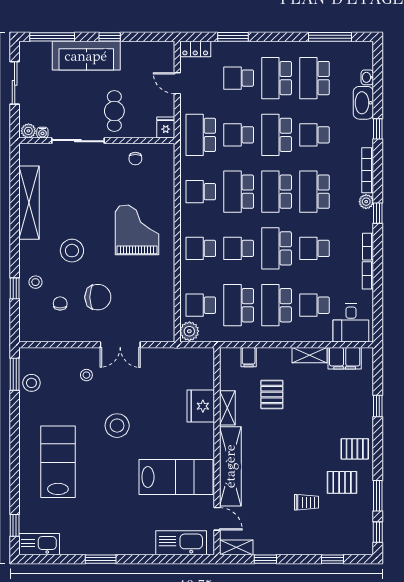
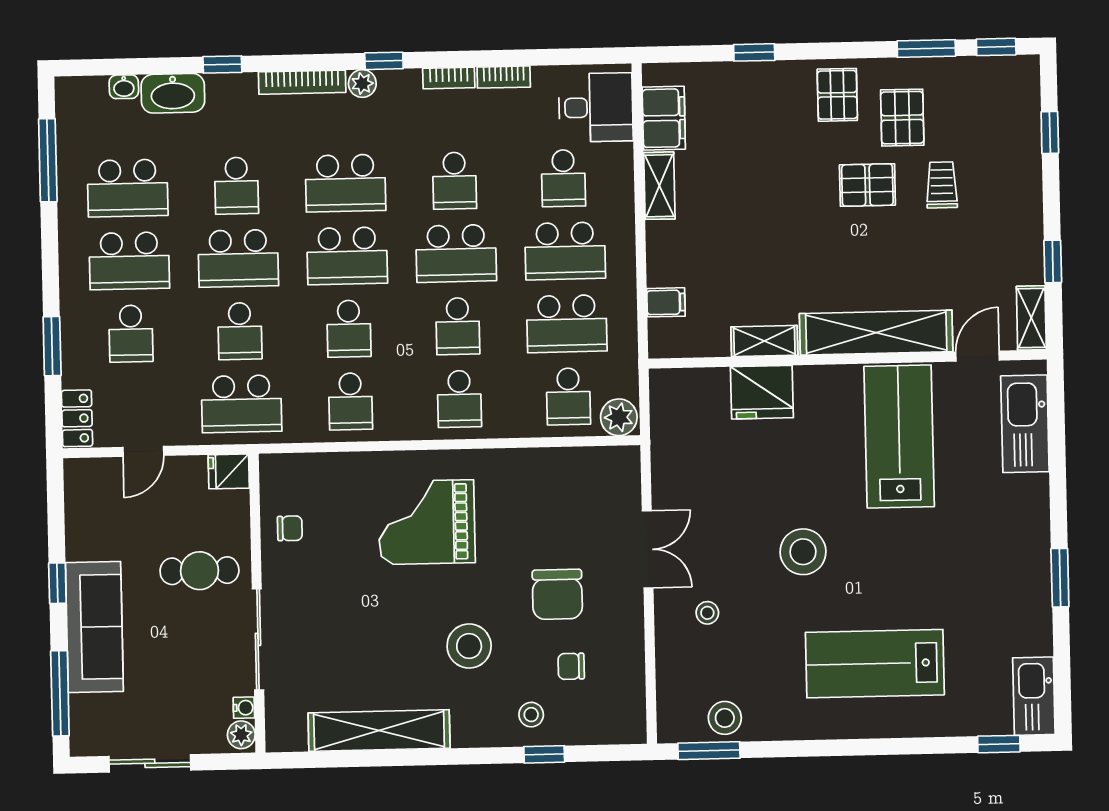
school desk: (239, 192) -> (349, 329), width x0.54
chair: (98, 297) -> (557, 594), turned 180
pallet: (272, 395) -> (867, 185), moved

